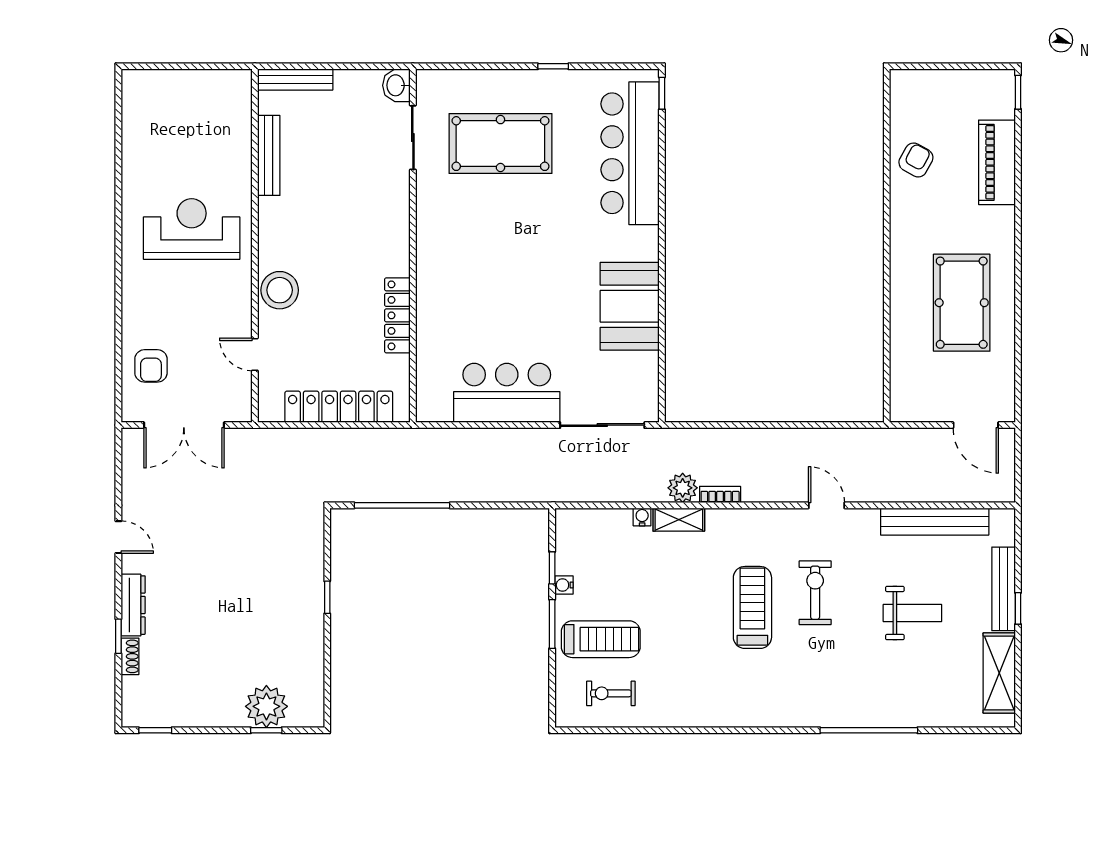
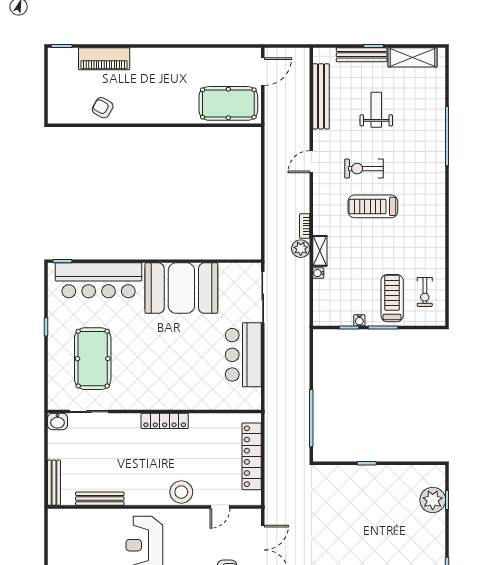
pool table: (962, 303) -> (228, 103), moved
booth: (630, 306) -> (181, 288), width x1.36, depth x1.42
locker: (397, 315) -> (165, 421), moved

